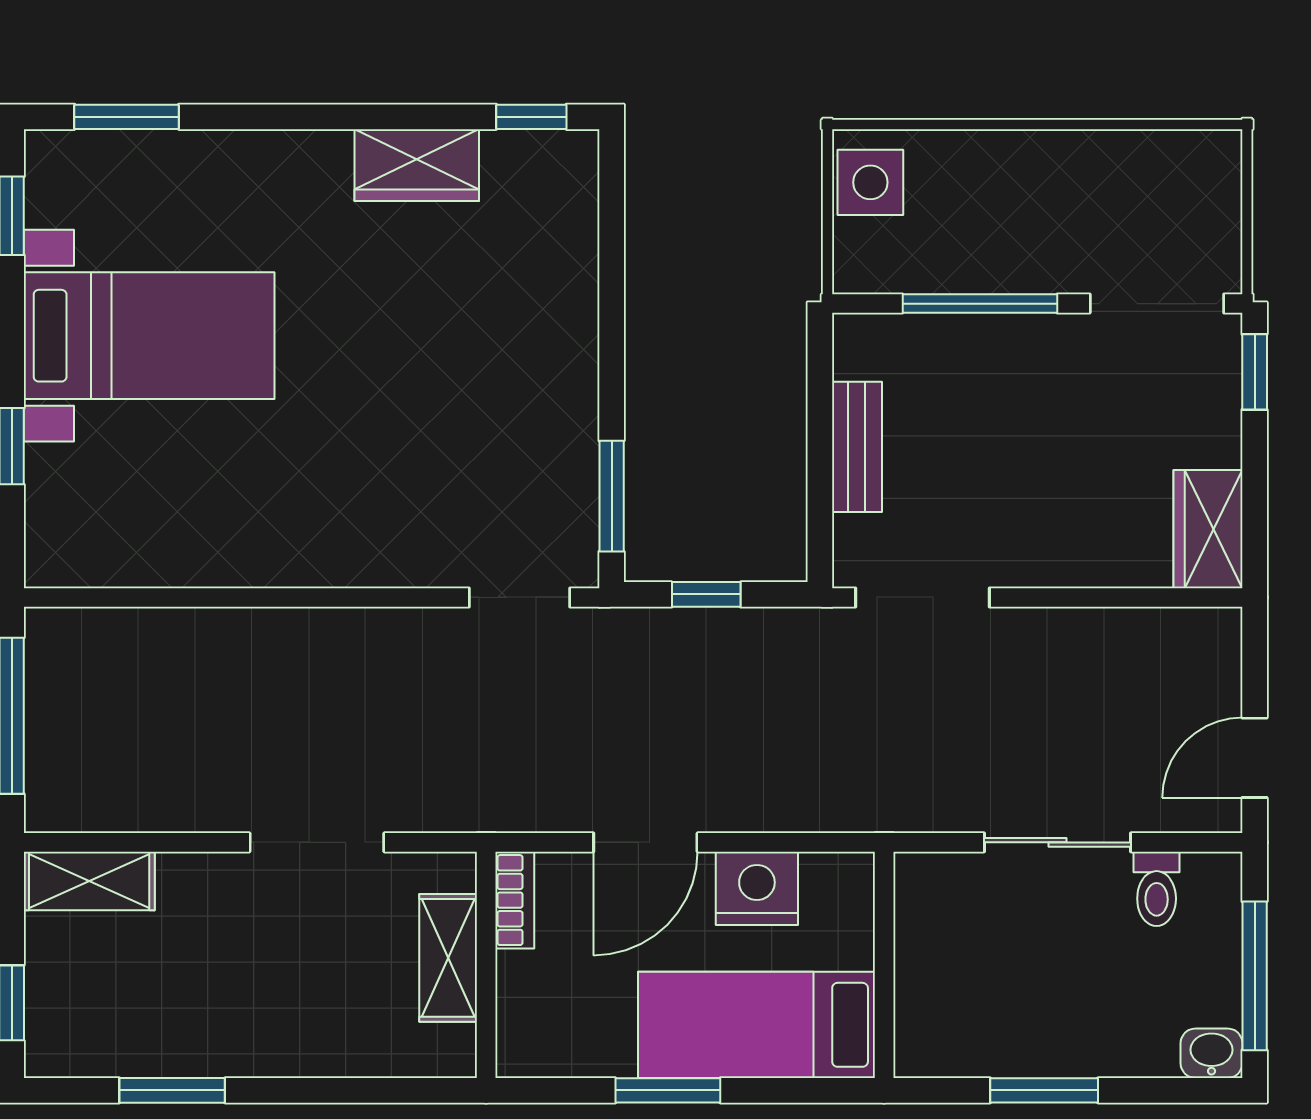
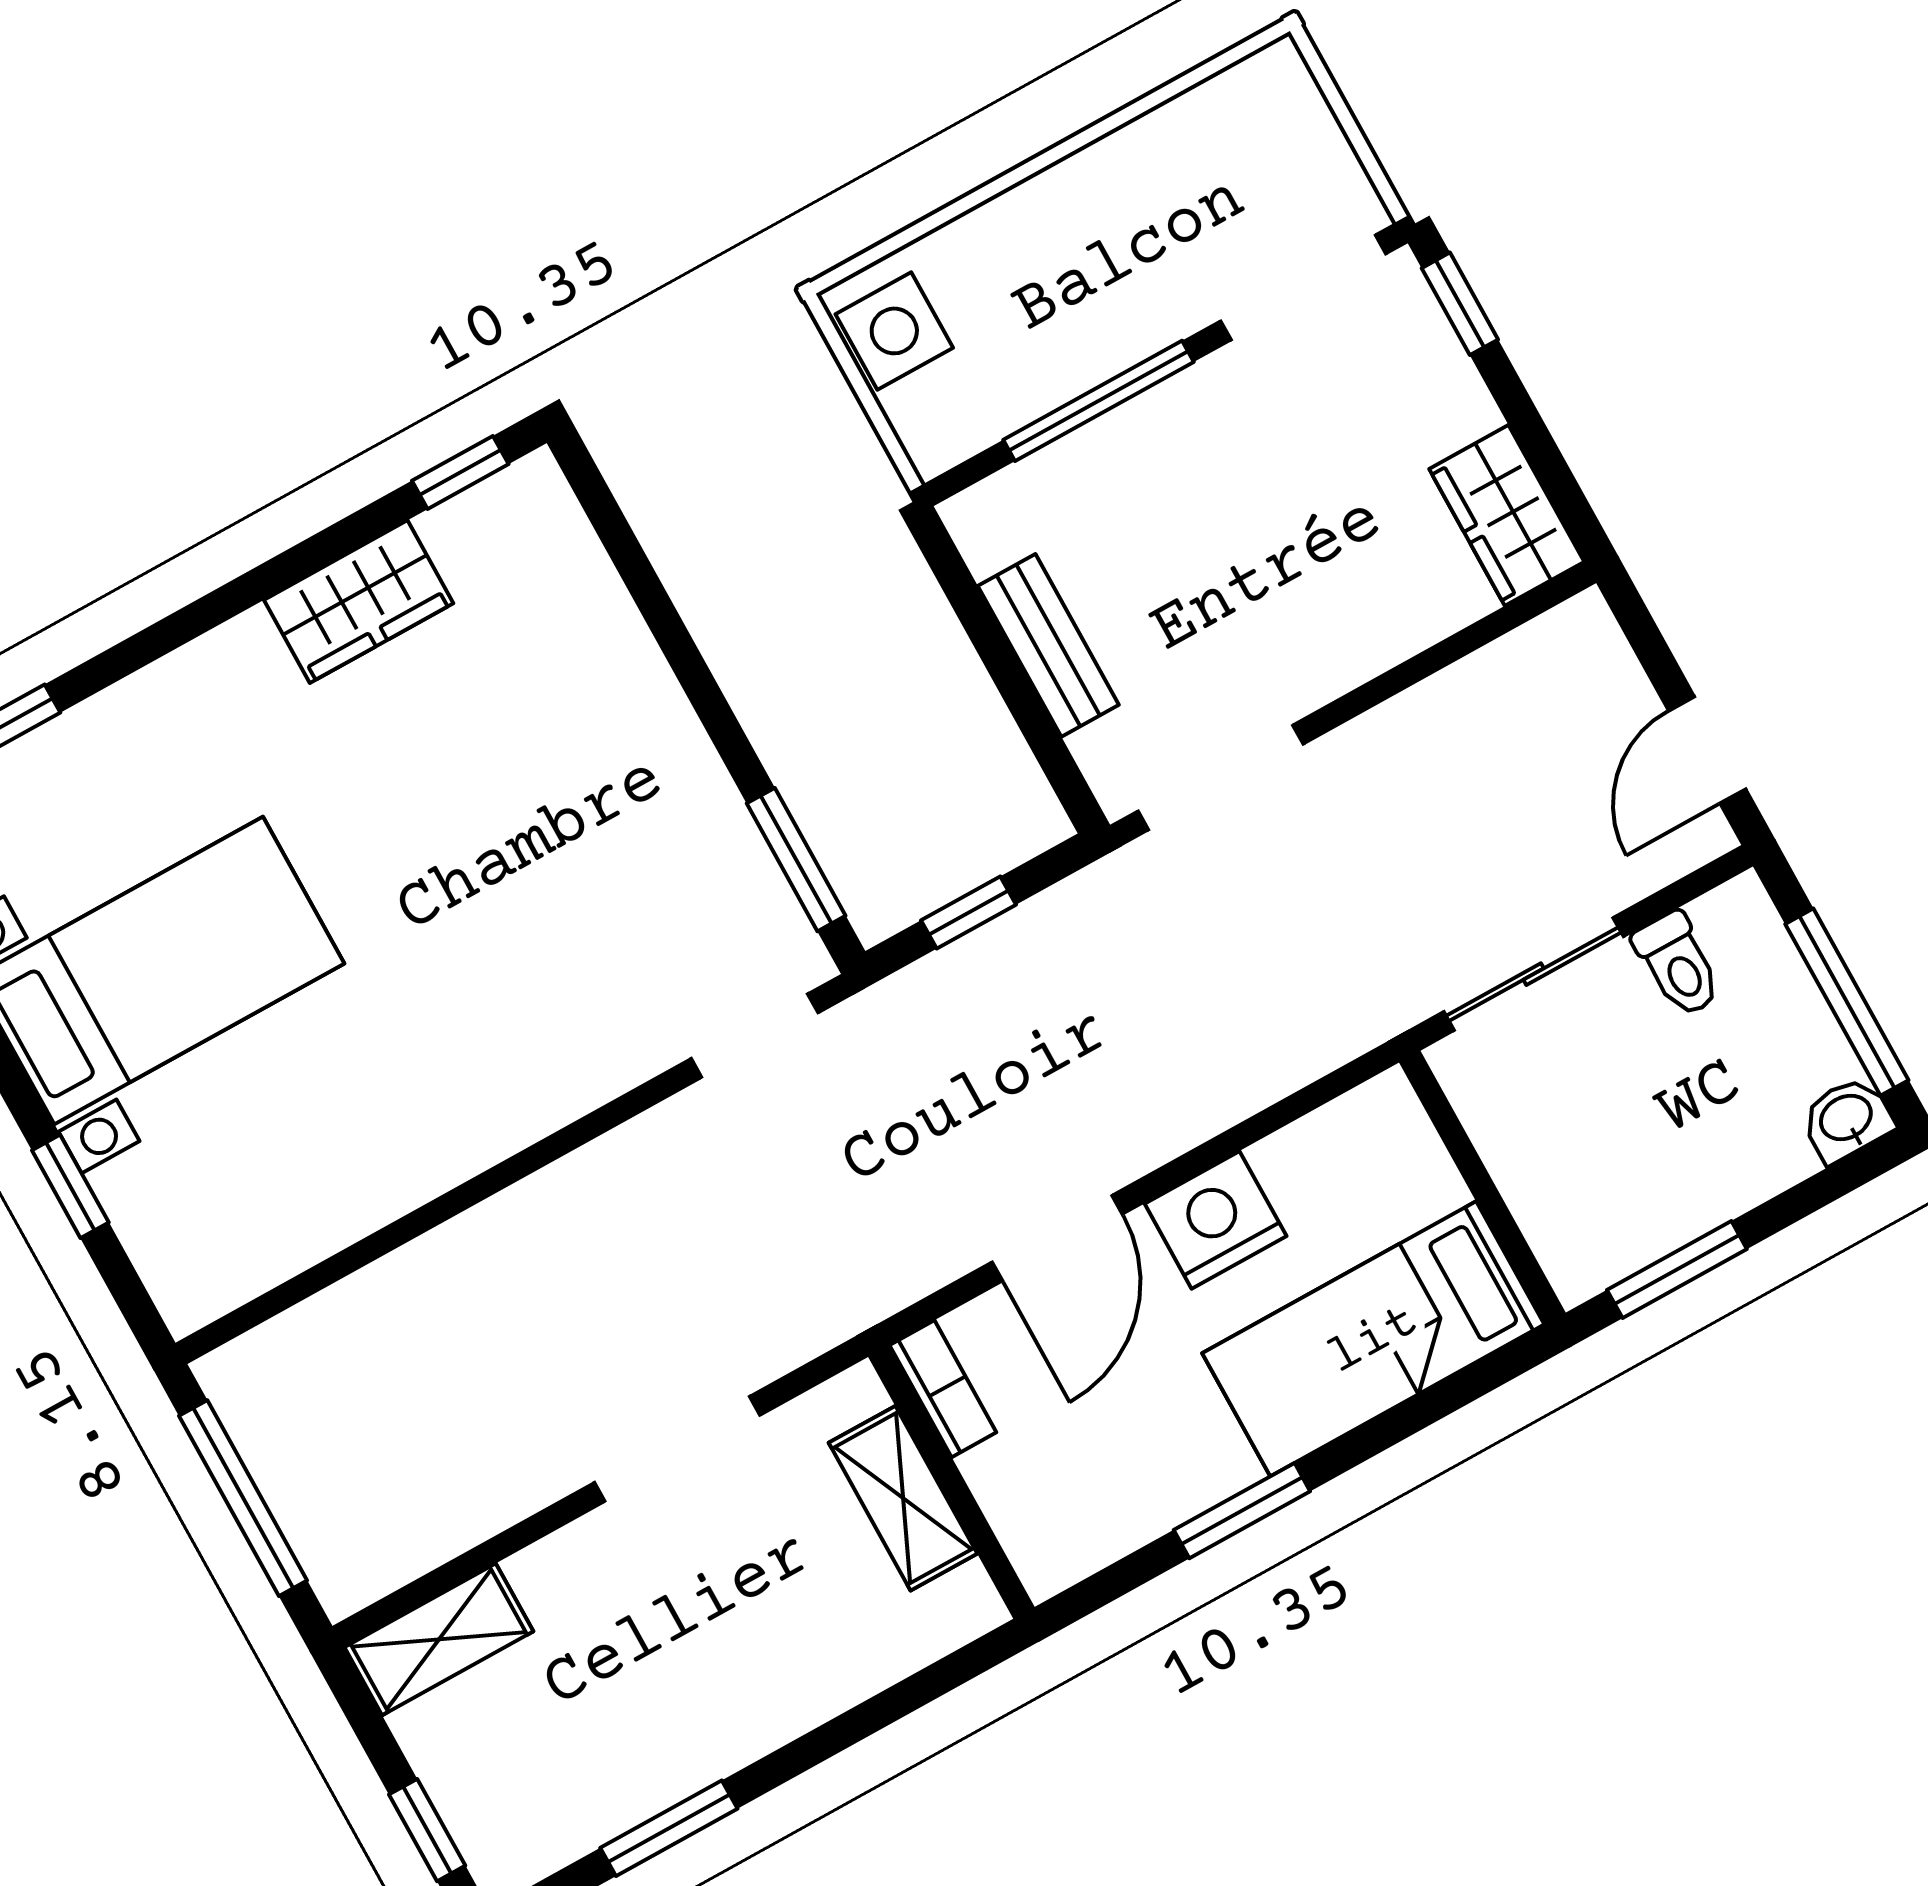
wall: (884, 965) -> (1482, 1188), moved
bed: (756, 1025) -> (1373, 1339), moved

